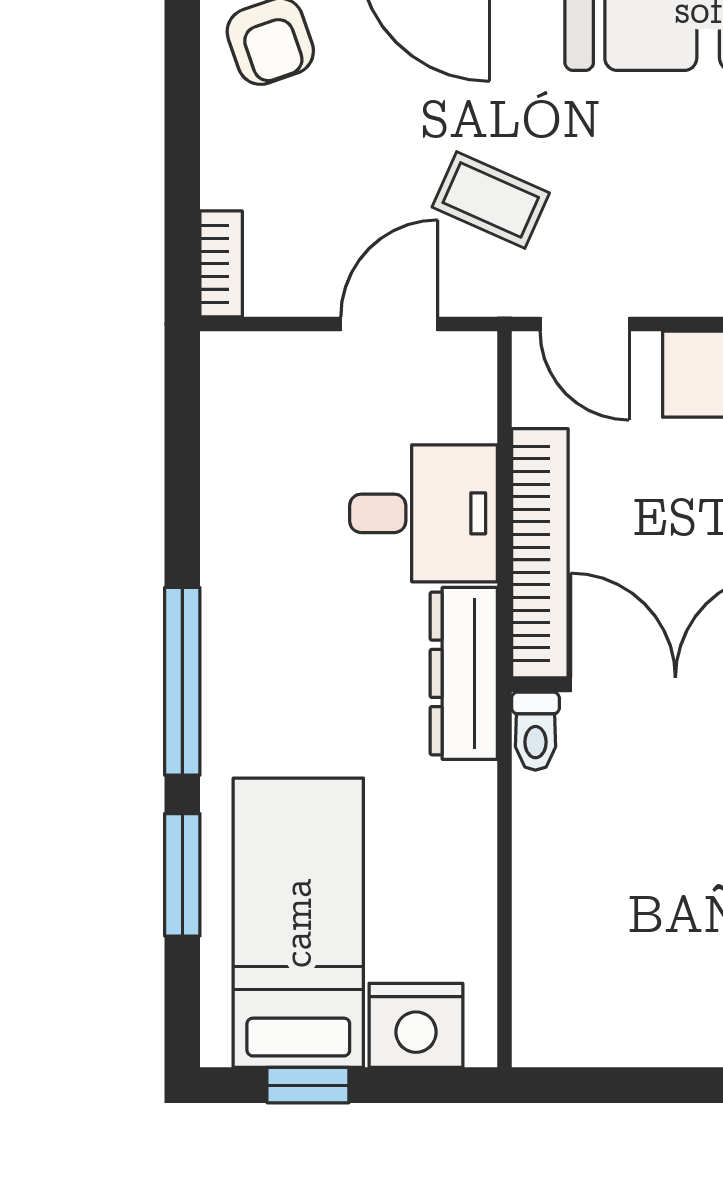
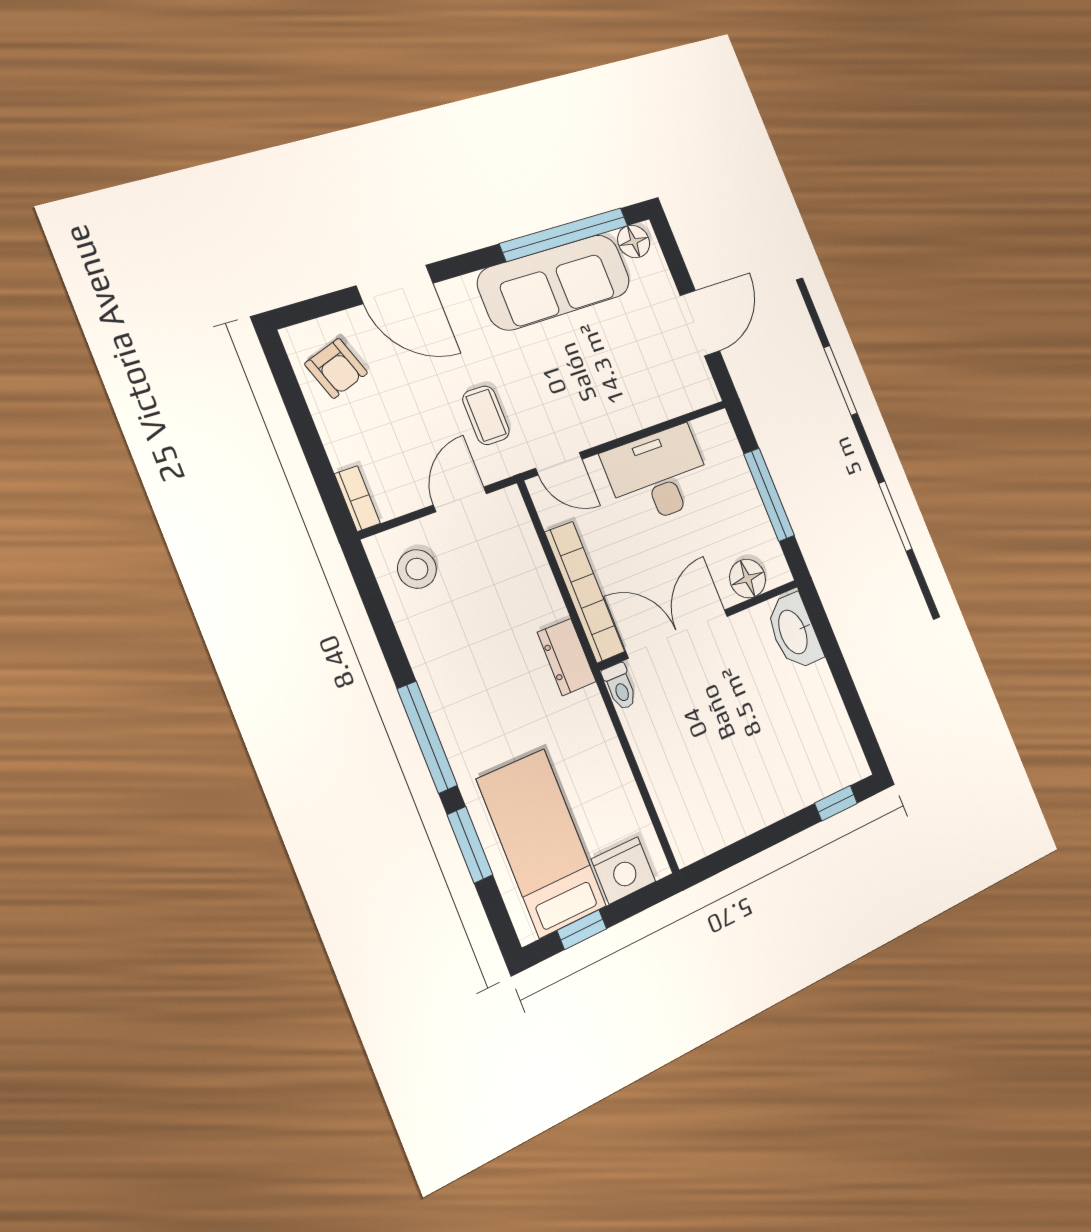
coffee table: (491, 200) -> (486, 415), turned 66
stool: (272, 411) -> (417, 569), added
desk: (424, 513) -> (518, 594), removed
dresser: (464, 673) -> (567, 657), width x0.70

